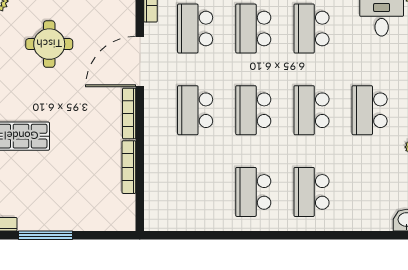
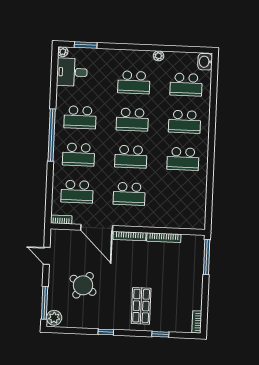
round table: (49, 44) -> (83, 285), turned 33
school desk: (370, 192) -> (186, 85), added
window: (45, 235) -> (207, 257), moved

